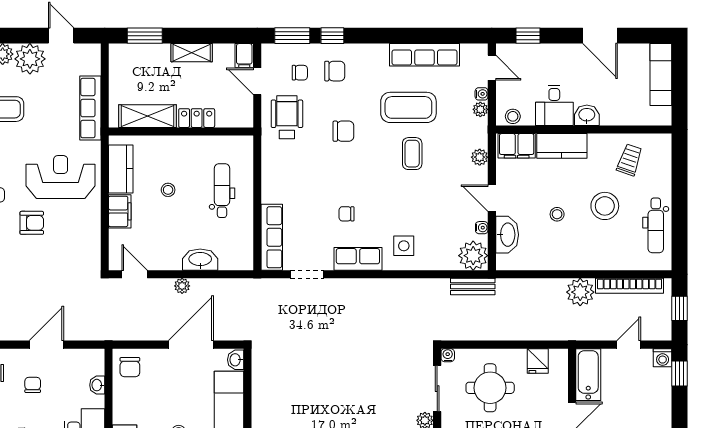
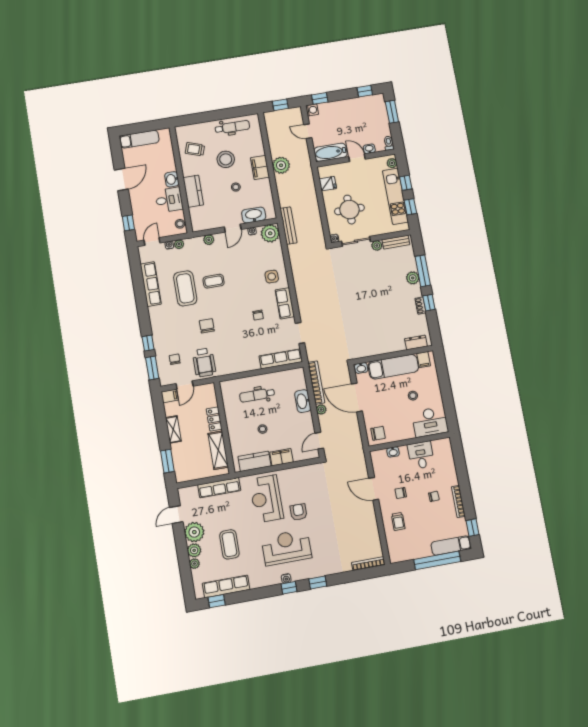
chair: (335, 71) -> (170, 338), removed
wheelchair: (287, 117) -> (204, 362), turned -90
filing cabinet: (517, 146) -> (260, 167), moved, turned 180
bookcase: (630, 286) -> (316, 383), moved
bench: (473, 287) -> (288, 226), width x1.36

